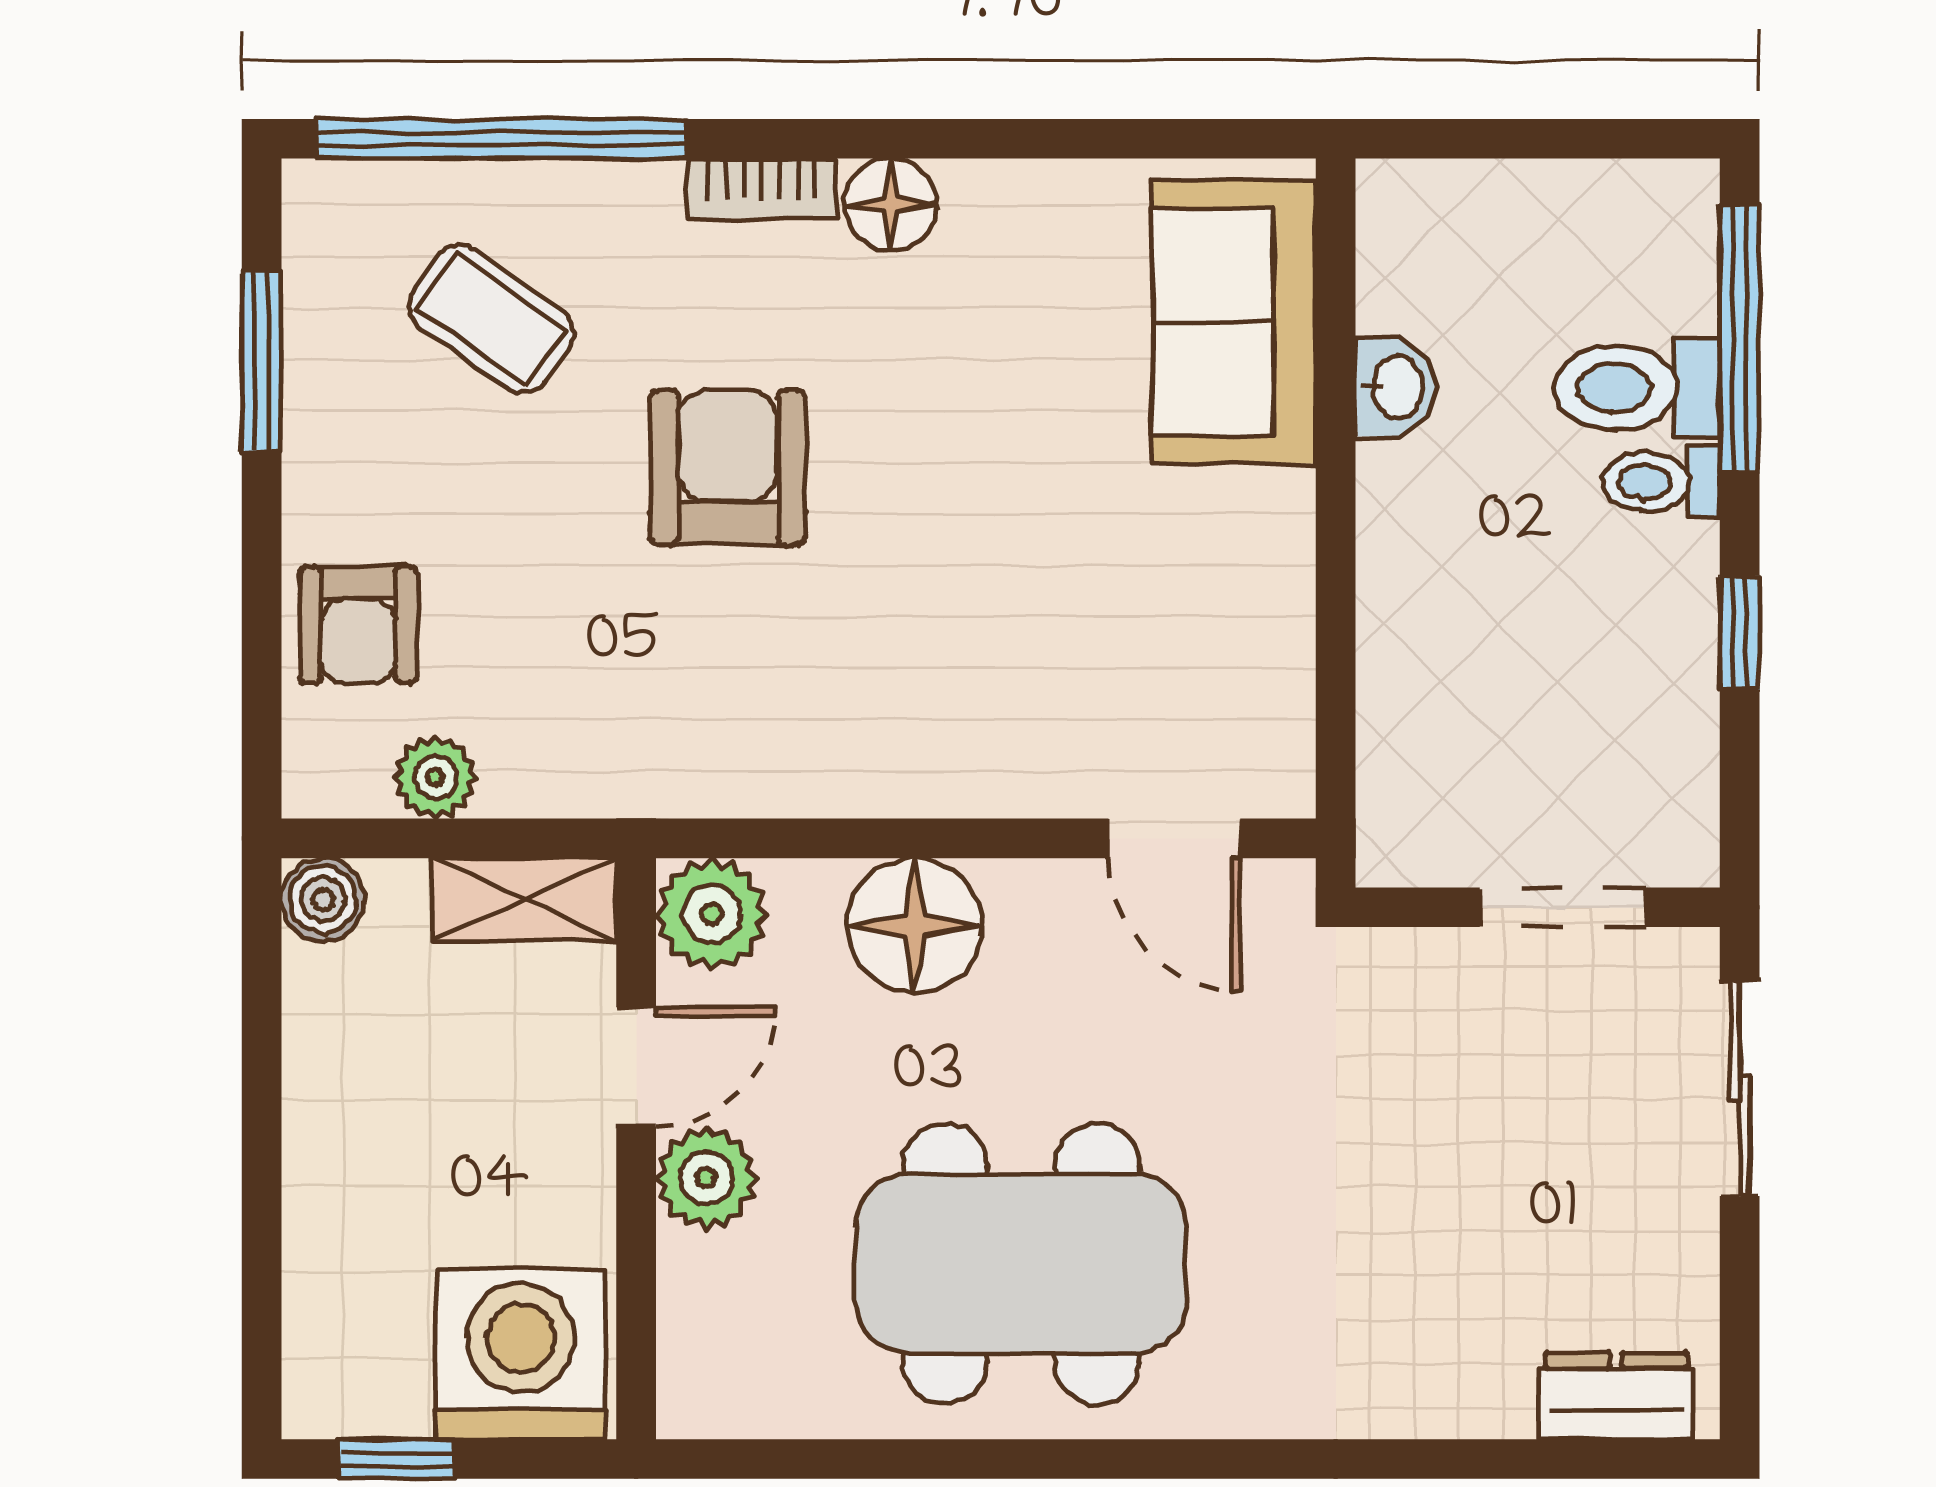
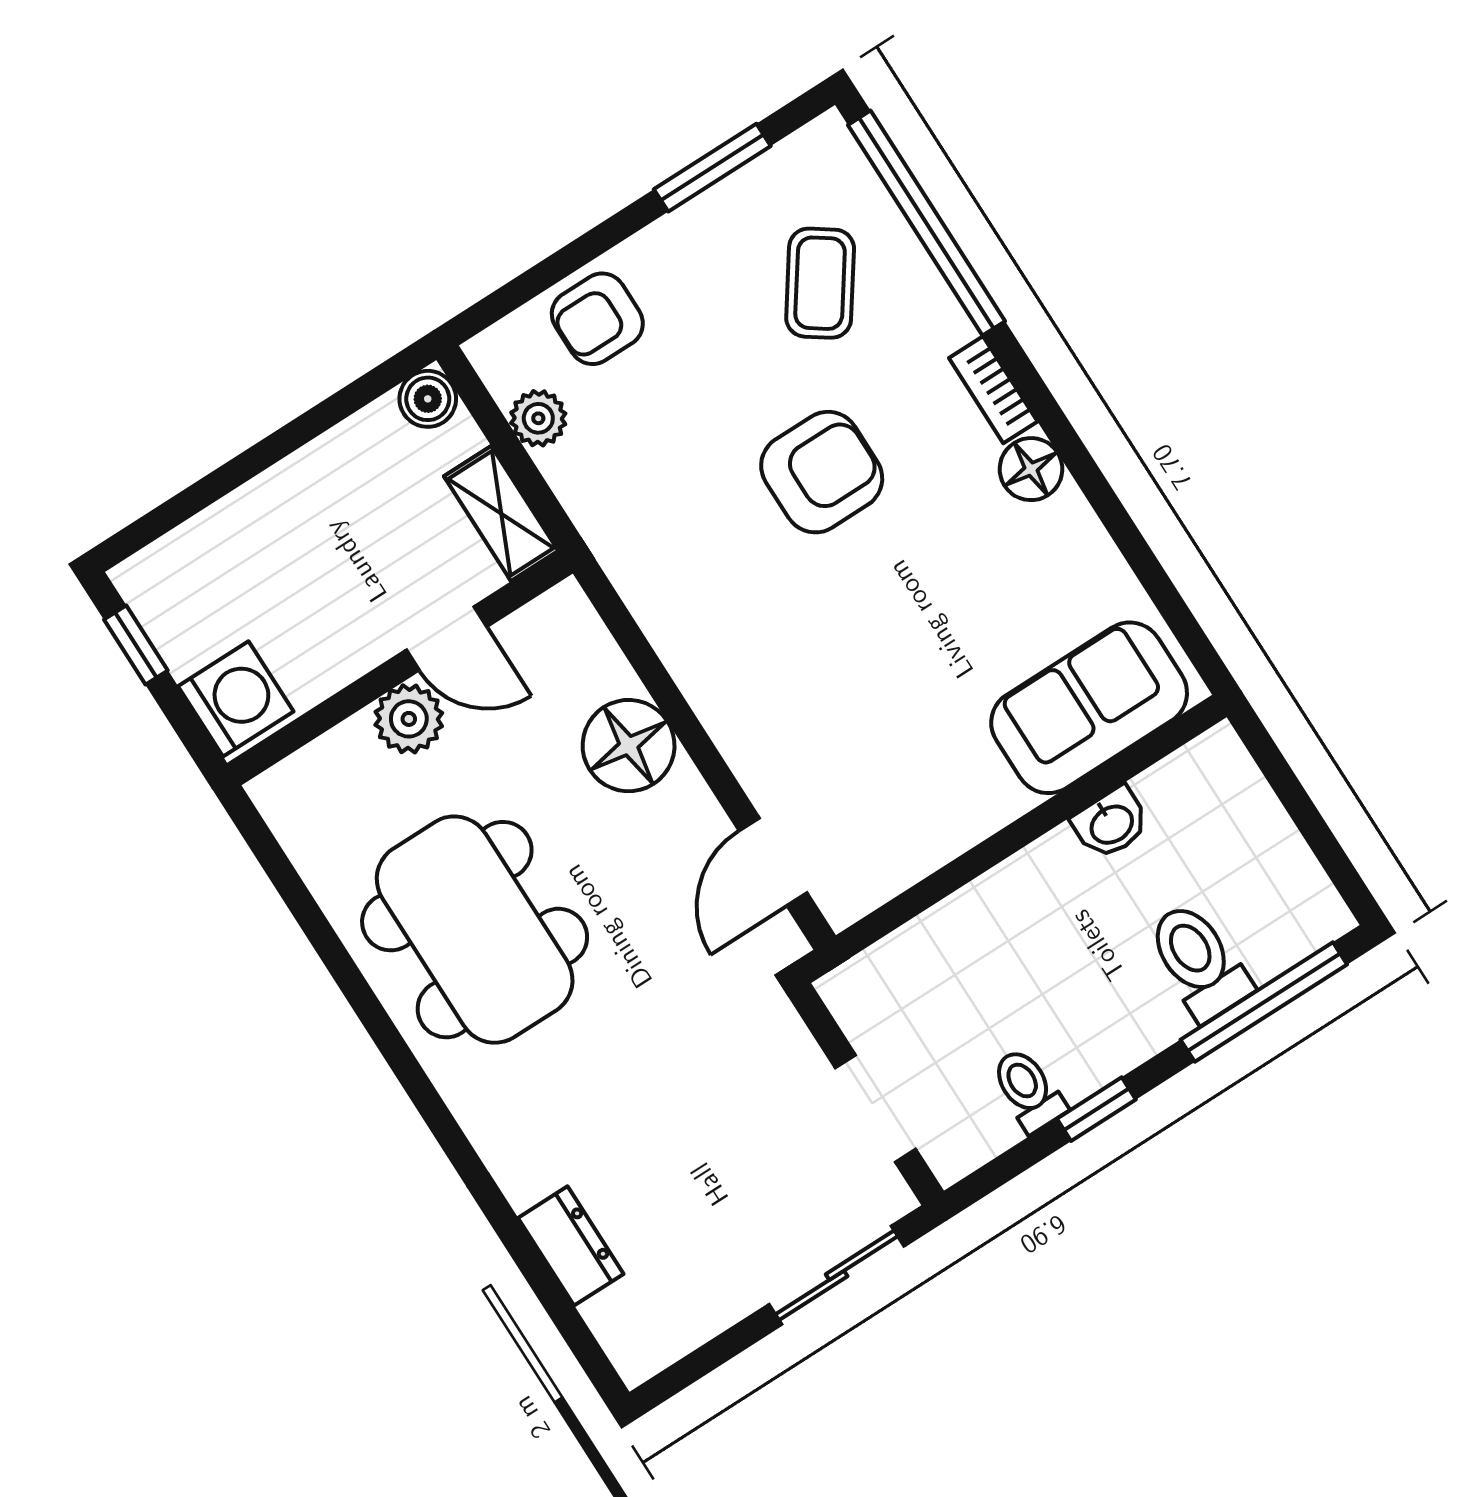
toilet: (1661, 482) -> (1028, 1090), moved
plant: (712, 914) -> (561, 626), removed
washing machine: (521, 1355) -> (236, 699), width x0.73, depth x0.73
dresser: (1616, 1396) -> (571, 1246), moved

